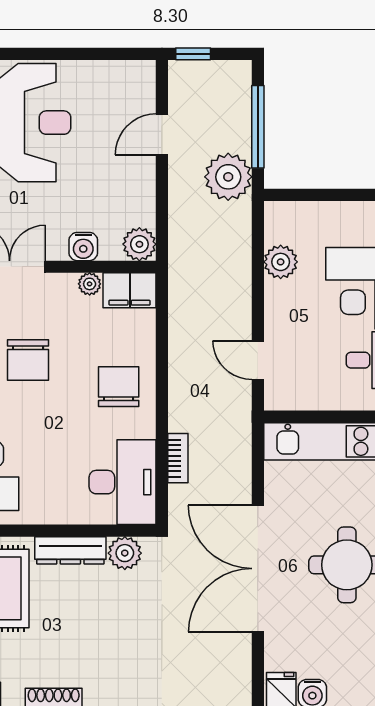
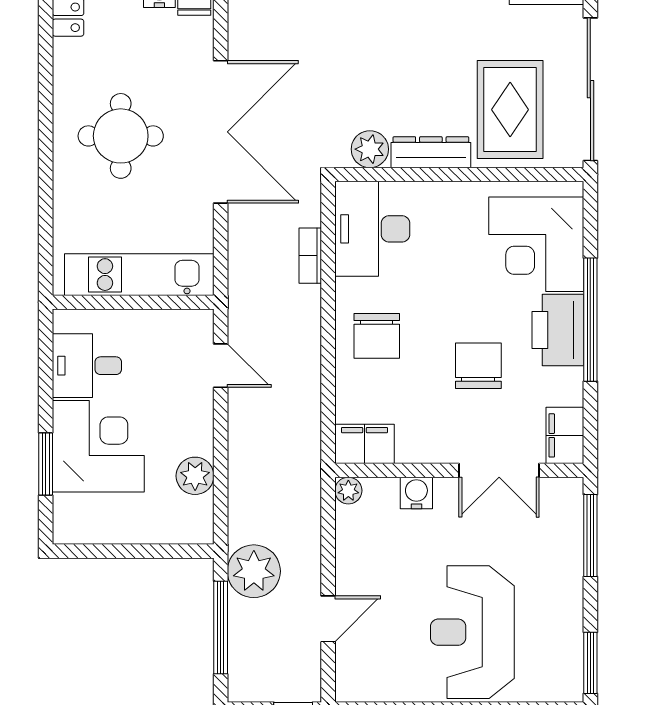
plant: (139, 244) -> (348, 491), width x0.73, depth x0.73
plant: (90, 284) -> (409, 451), removed

